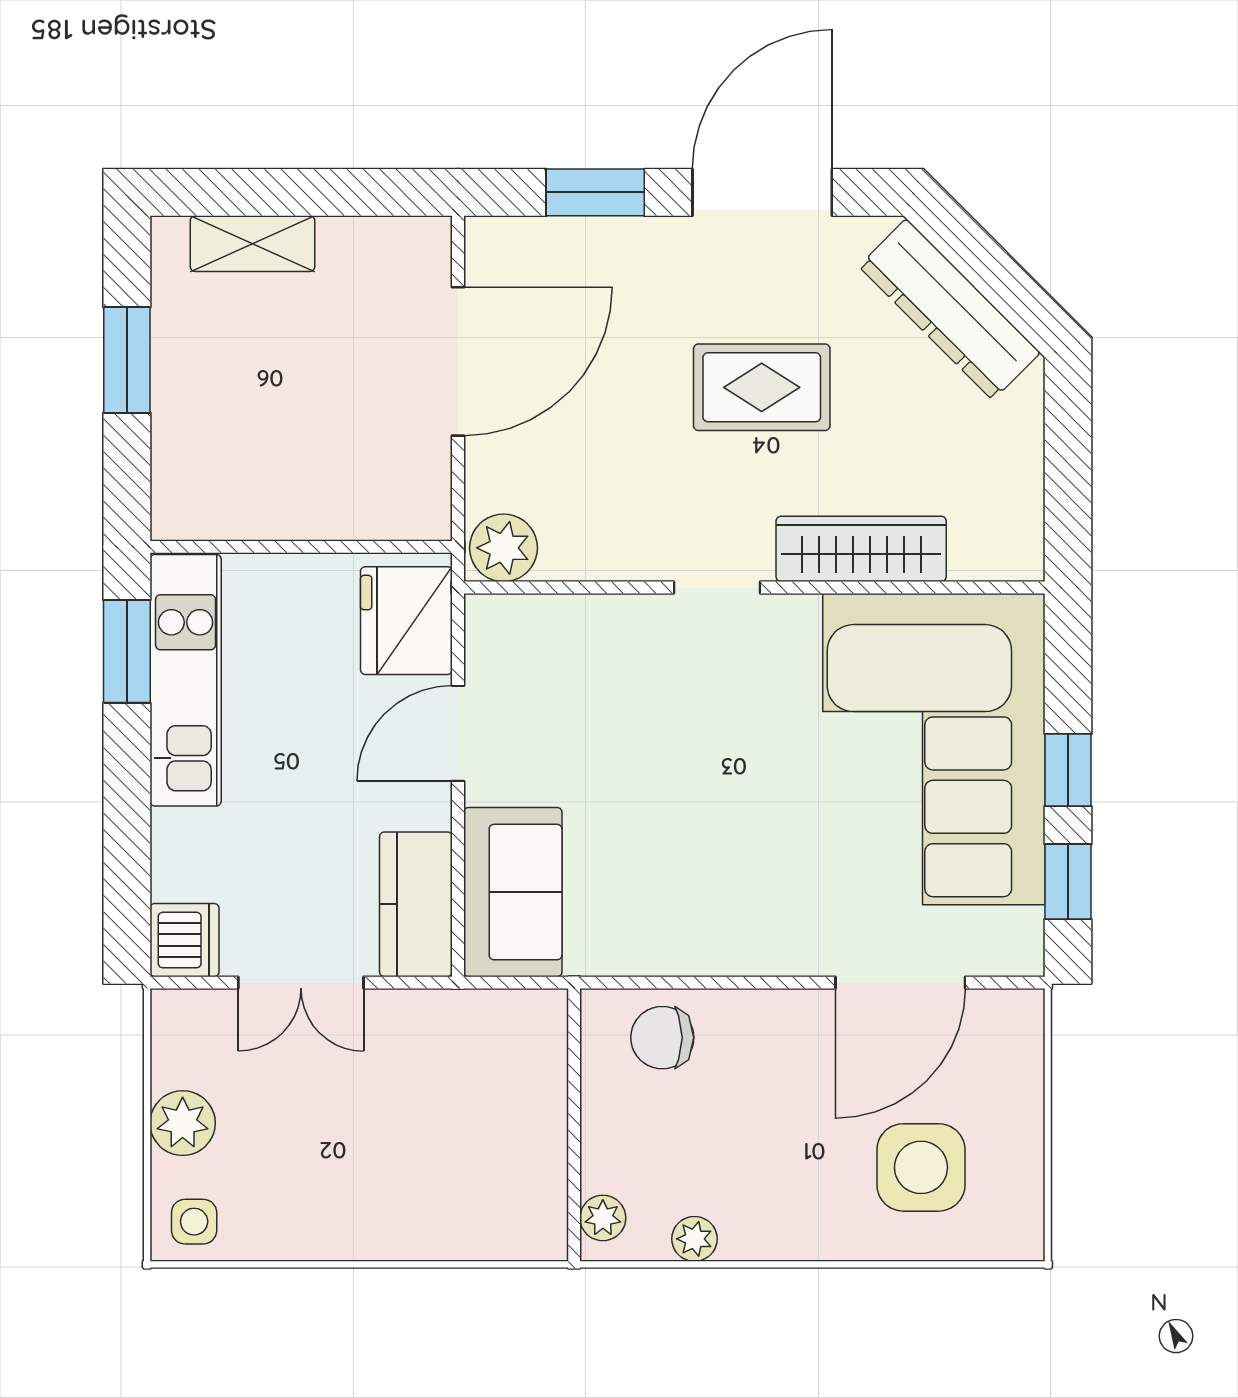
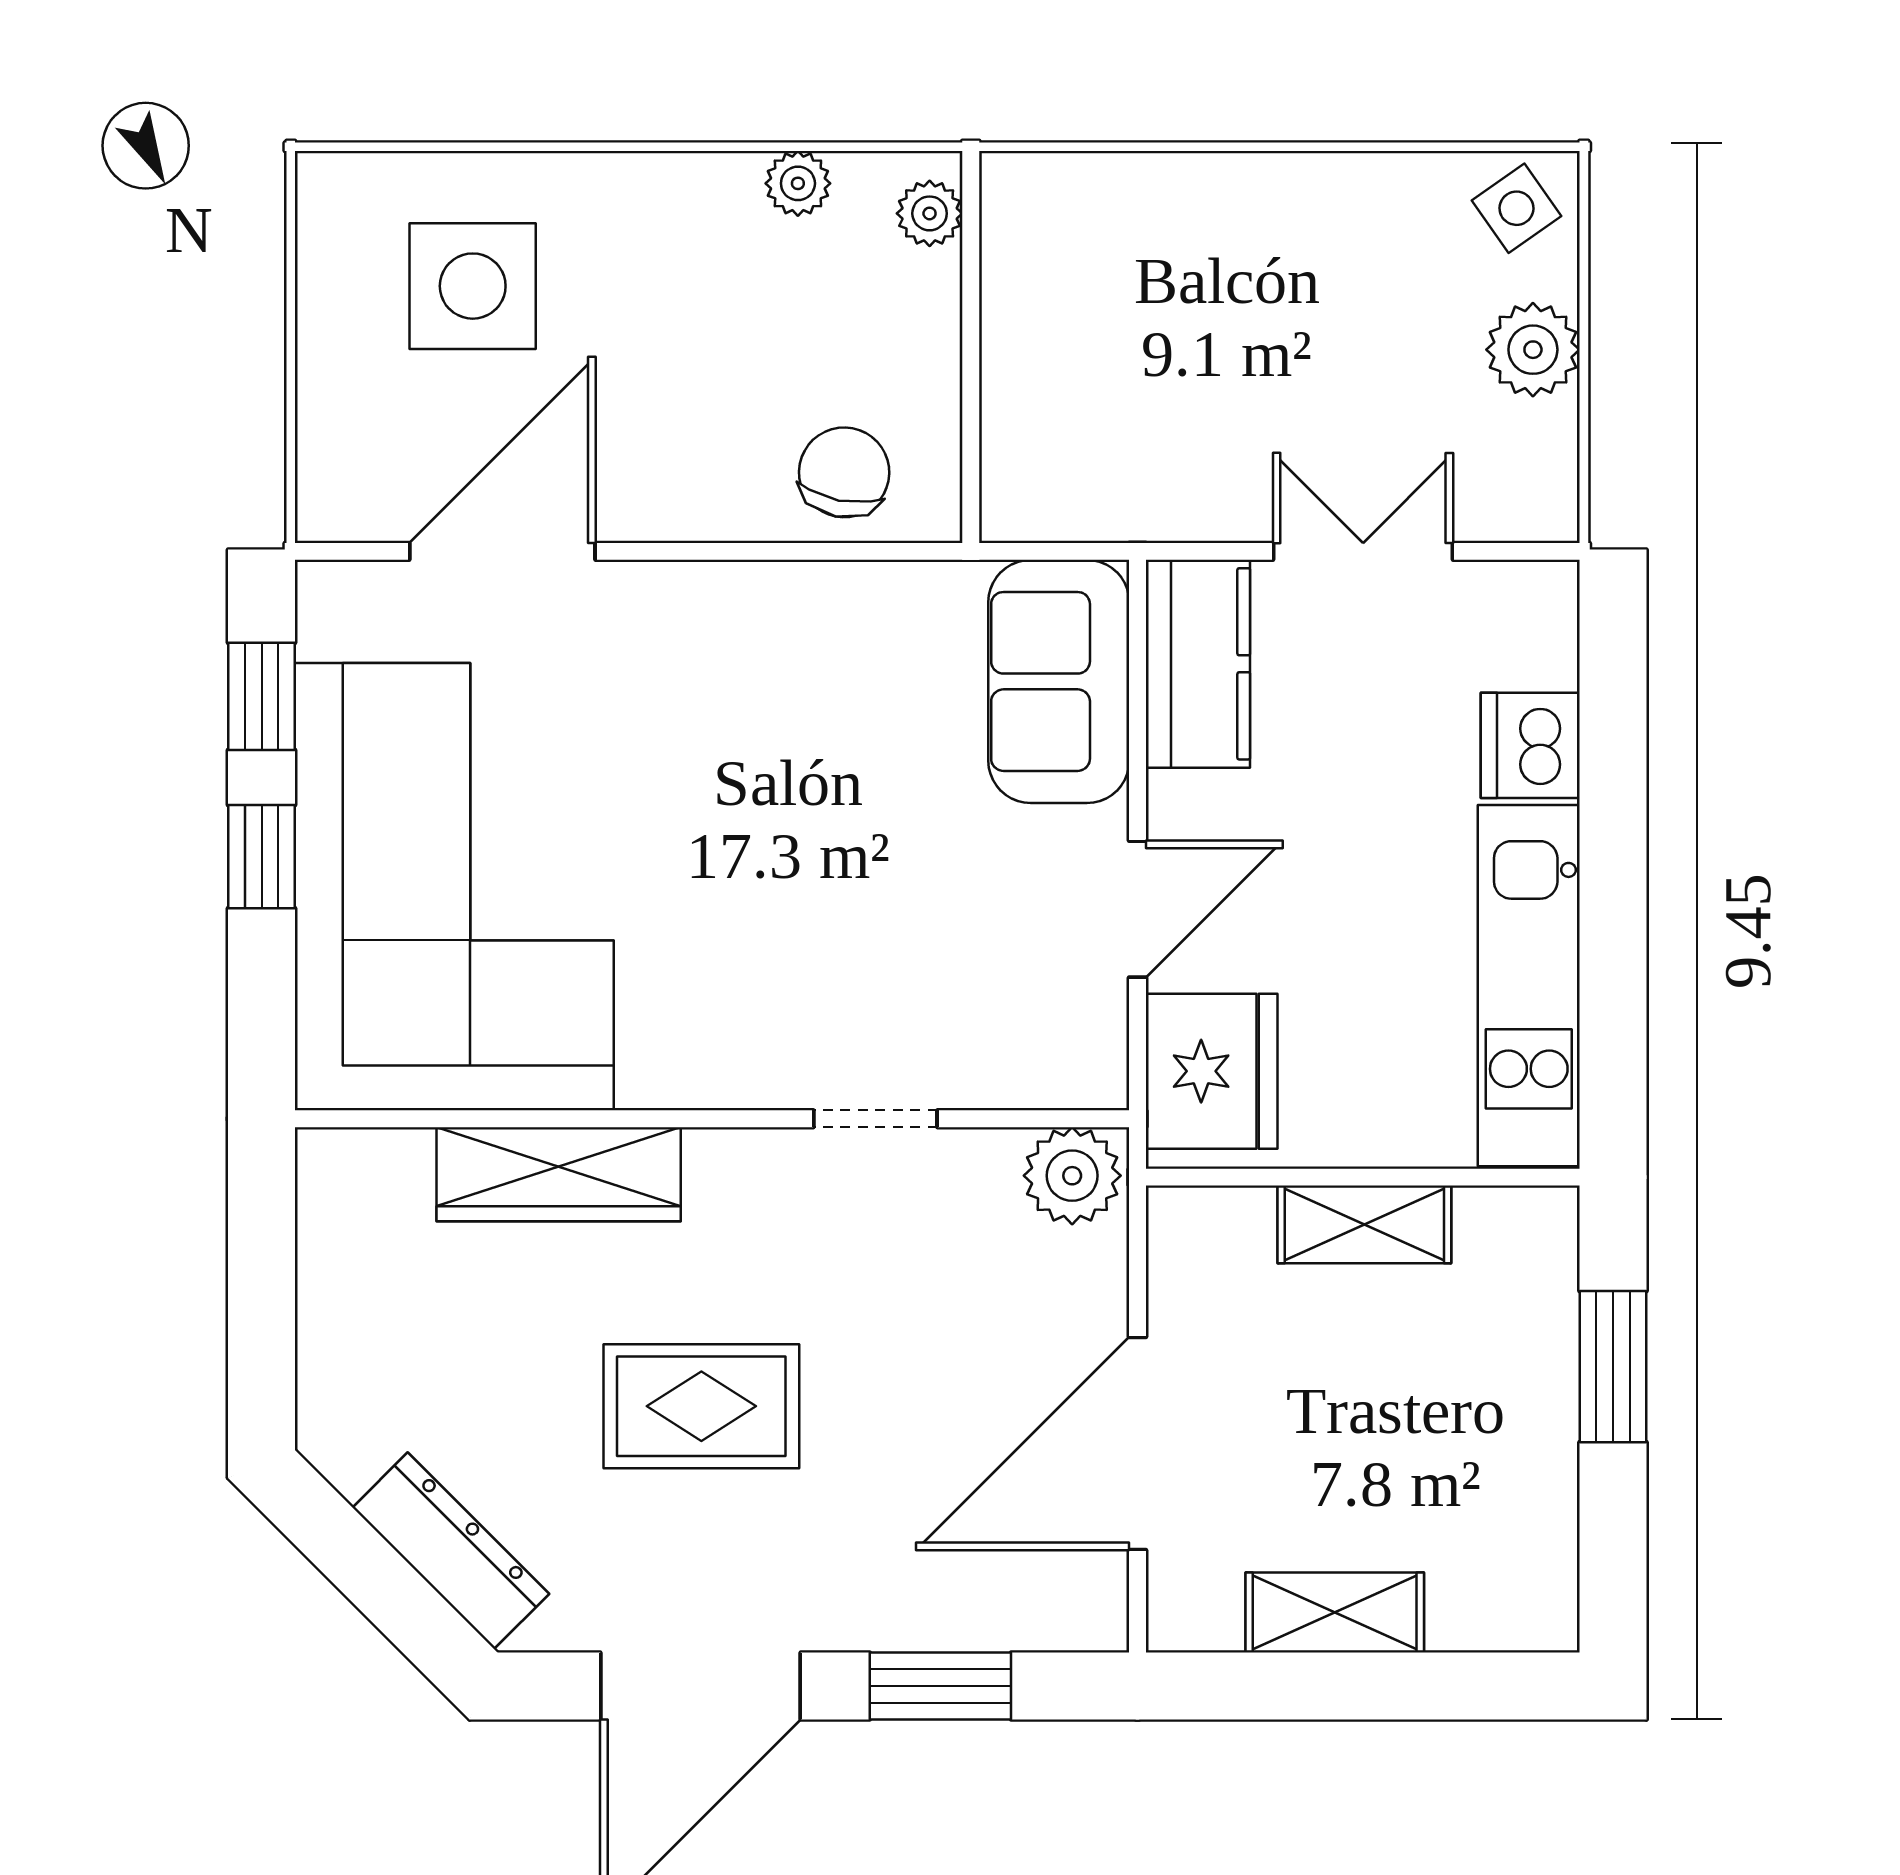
shelving: (253, 244) -> (1335, 1613), moved
dresser: (949, 309) -> (451, 1551), width x0.73, depth x0.80
window: (127, 360) -> (1613, 1367), moved
shelving: (300, 514) -> (1364, 1224), added
doorway: (717, 588) -> (875, 1119), moved
window: (127, 651) -> (1613, 1027), removed
dishwasher: (184, 940) -> (1530, 745), moved
chair: (662, 1038) -> (844, 472), turned -79
side table: (194, 1222) -> (1516, 208), turned -35

